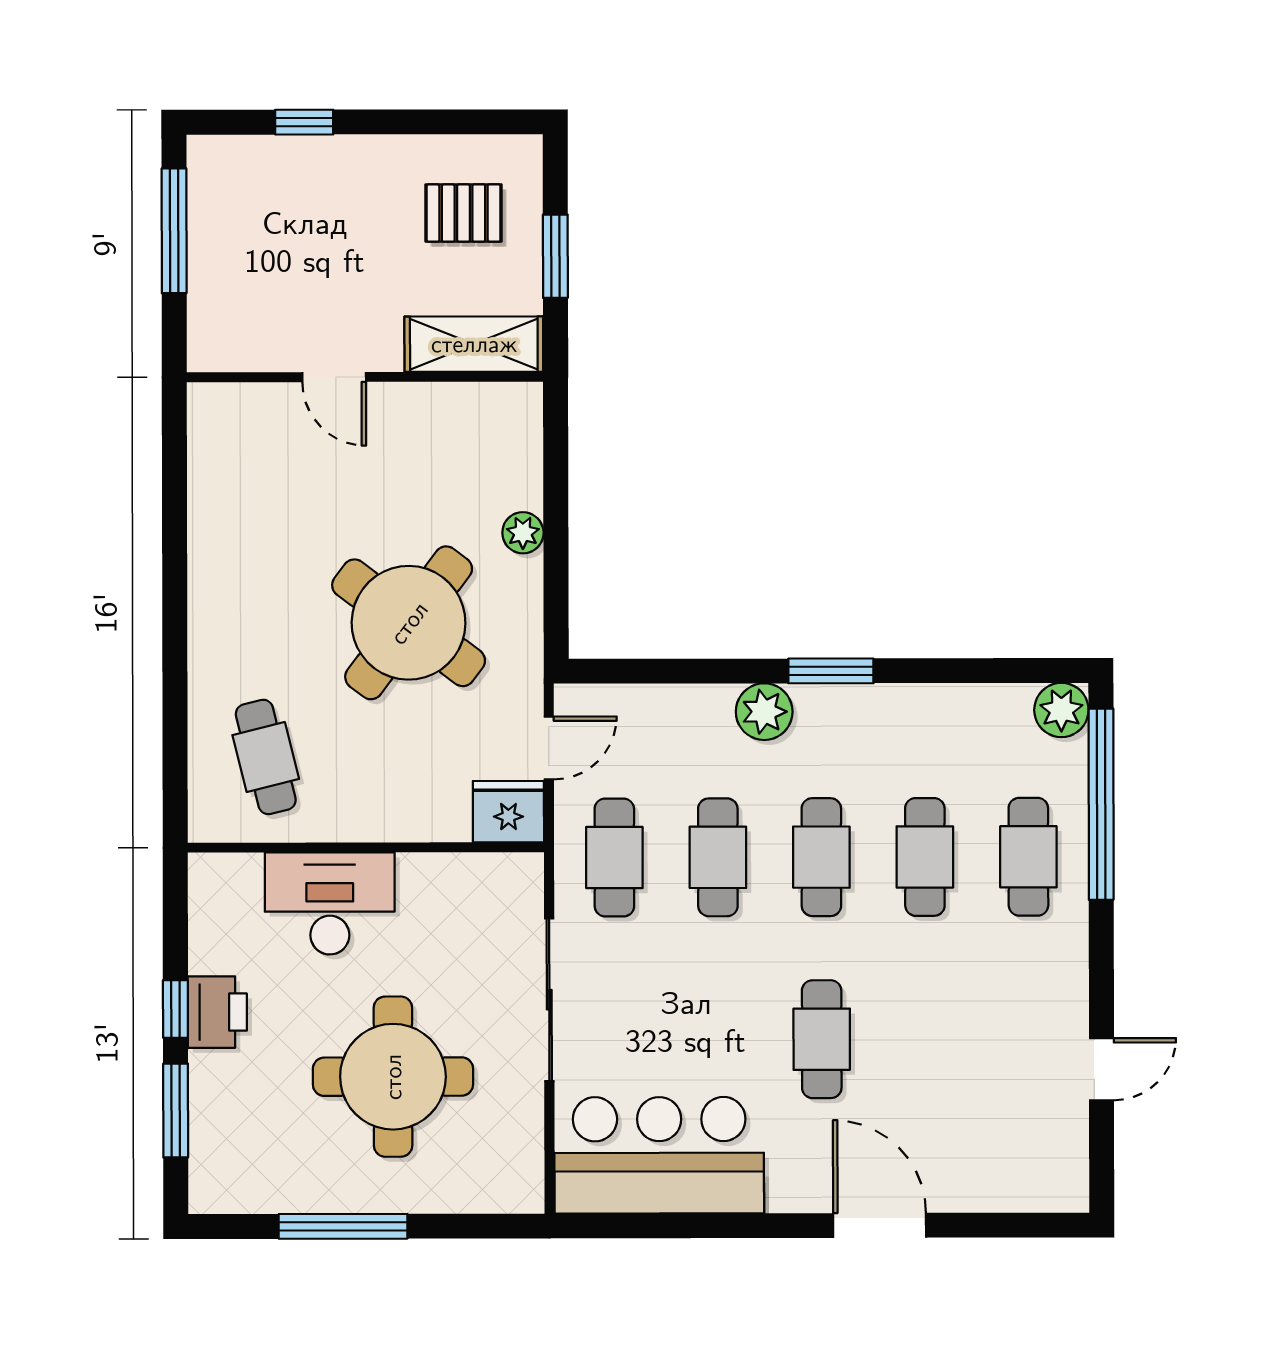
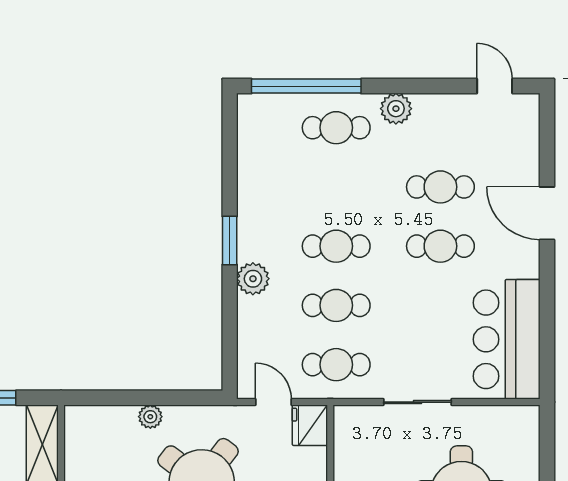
plant: (1061, 710) -> (396, 109), moved
cafe table: (925, 857) -> (440, 187), moved
sliding door: (549, 1000) -> (418, 402), width x0.73
door: (1102, 1069) -> (495, 86), moved
door: (880, 1225) -> (547, 213), hinge flipped

